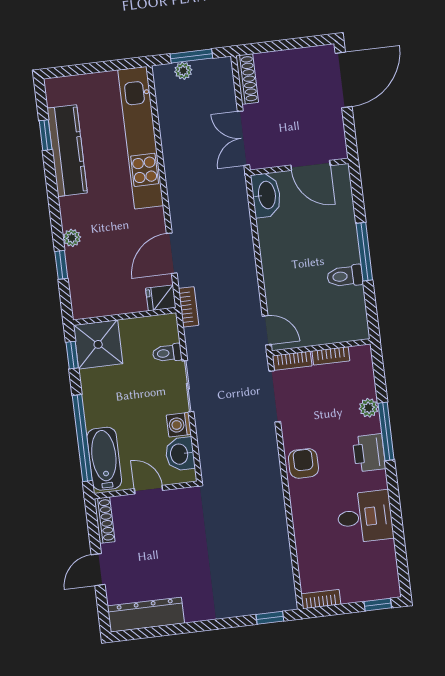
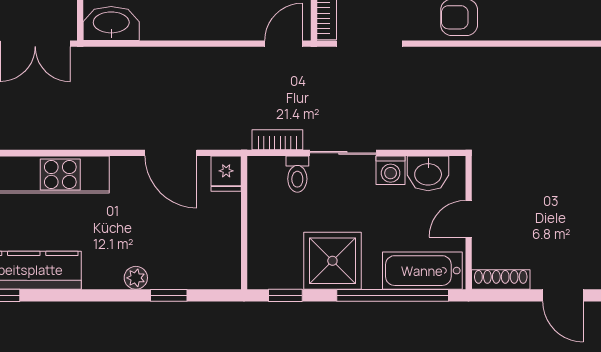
bookcase: (189, 307) -> (277, 140), moved
shower: (98, 344) -> (332, 261), moved

